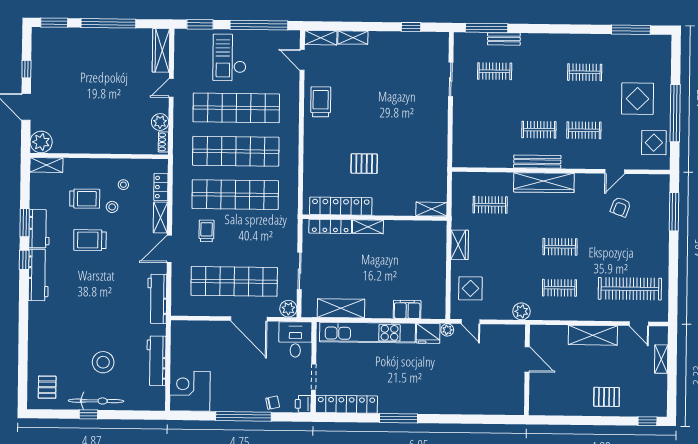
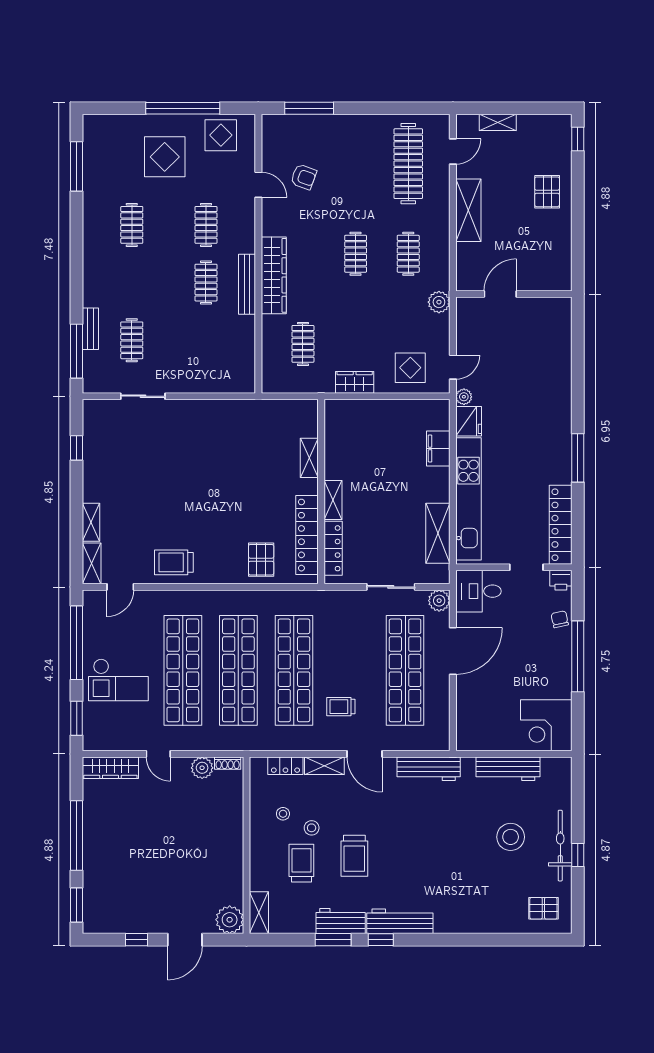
pallet: (364, 164) -> (261, 560), moved
shelving: (431, 209) -> (309, 458), moved

